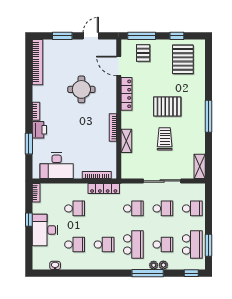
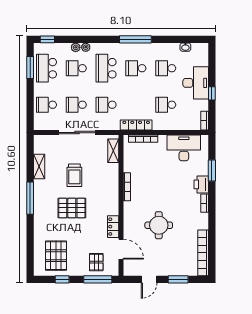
locker: (126, 94) -> (113, 227), width x0.66
shelving: (126, 141) -> (113, 151), moved
shelving: (200, 166) -> (39, 167), moved
window: (148, 273) -> (135, 39), moved

